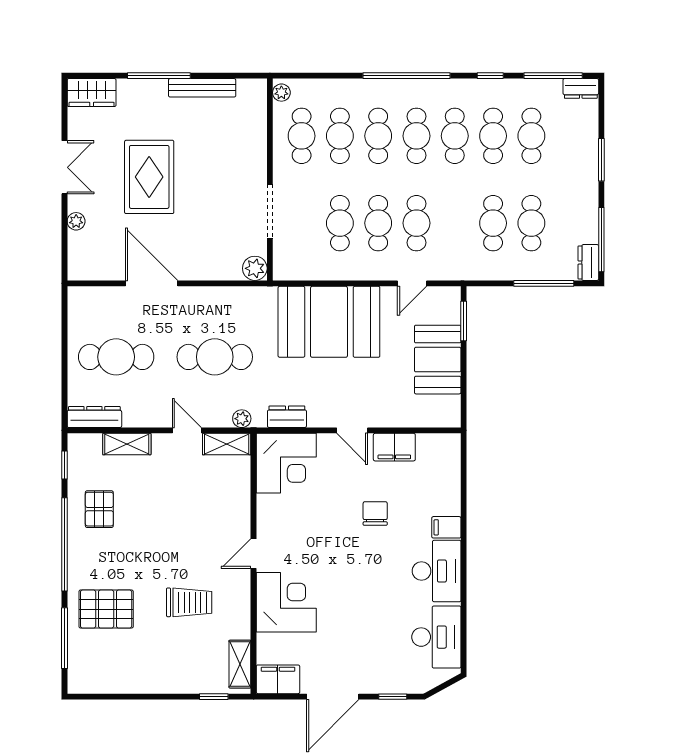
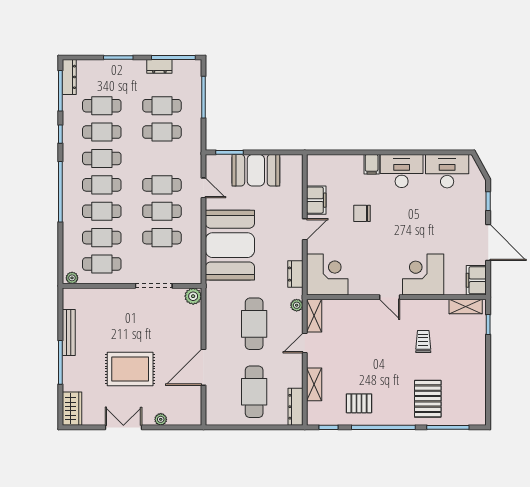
dresser: (581, 88) -> (69, 77), width x1.44
dresser: (588, 263) -> (159, 66), moved
trolley: (189, 602) -> (423, 341), width x0.73, depth x0.72

